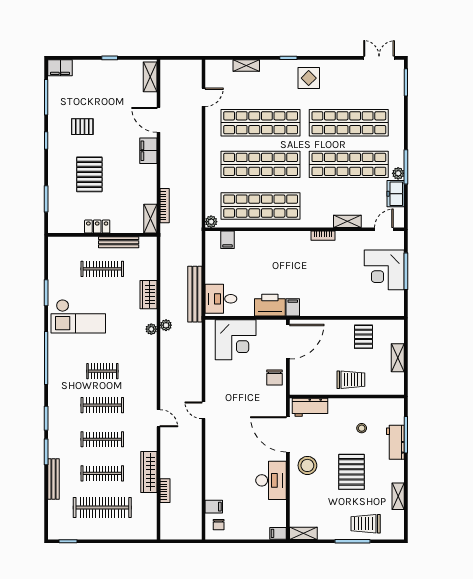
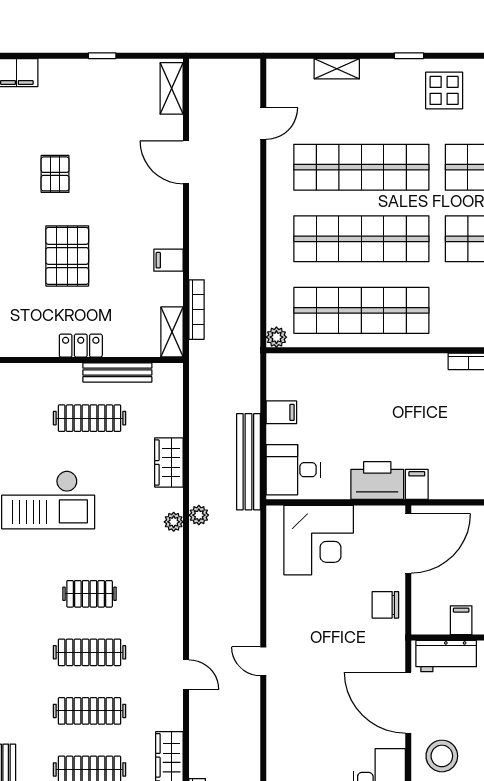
pallet: (82, 127) -> (55, 174), turned 90
filing cabinet: (148, 151) -> (169, 260), moved, width x0.50
filing cabinet: (228, 240) -> (281, 412), moved, turned -90
chair: (275, 377) -> (385, 605), turned 90
filing cabinet: (319, 386) -> (461, 620), added

